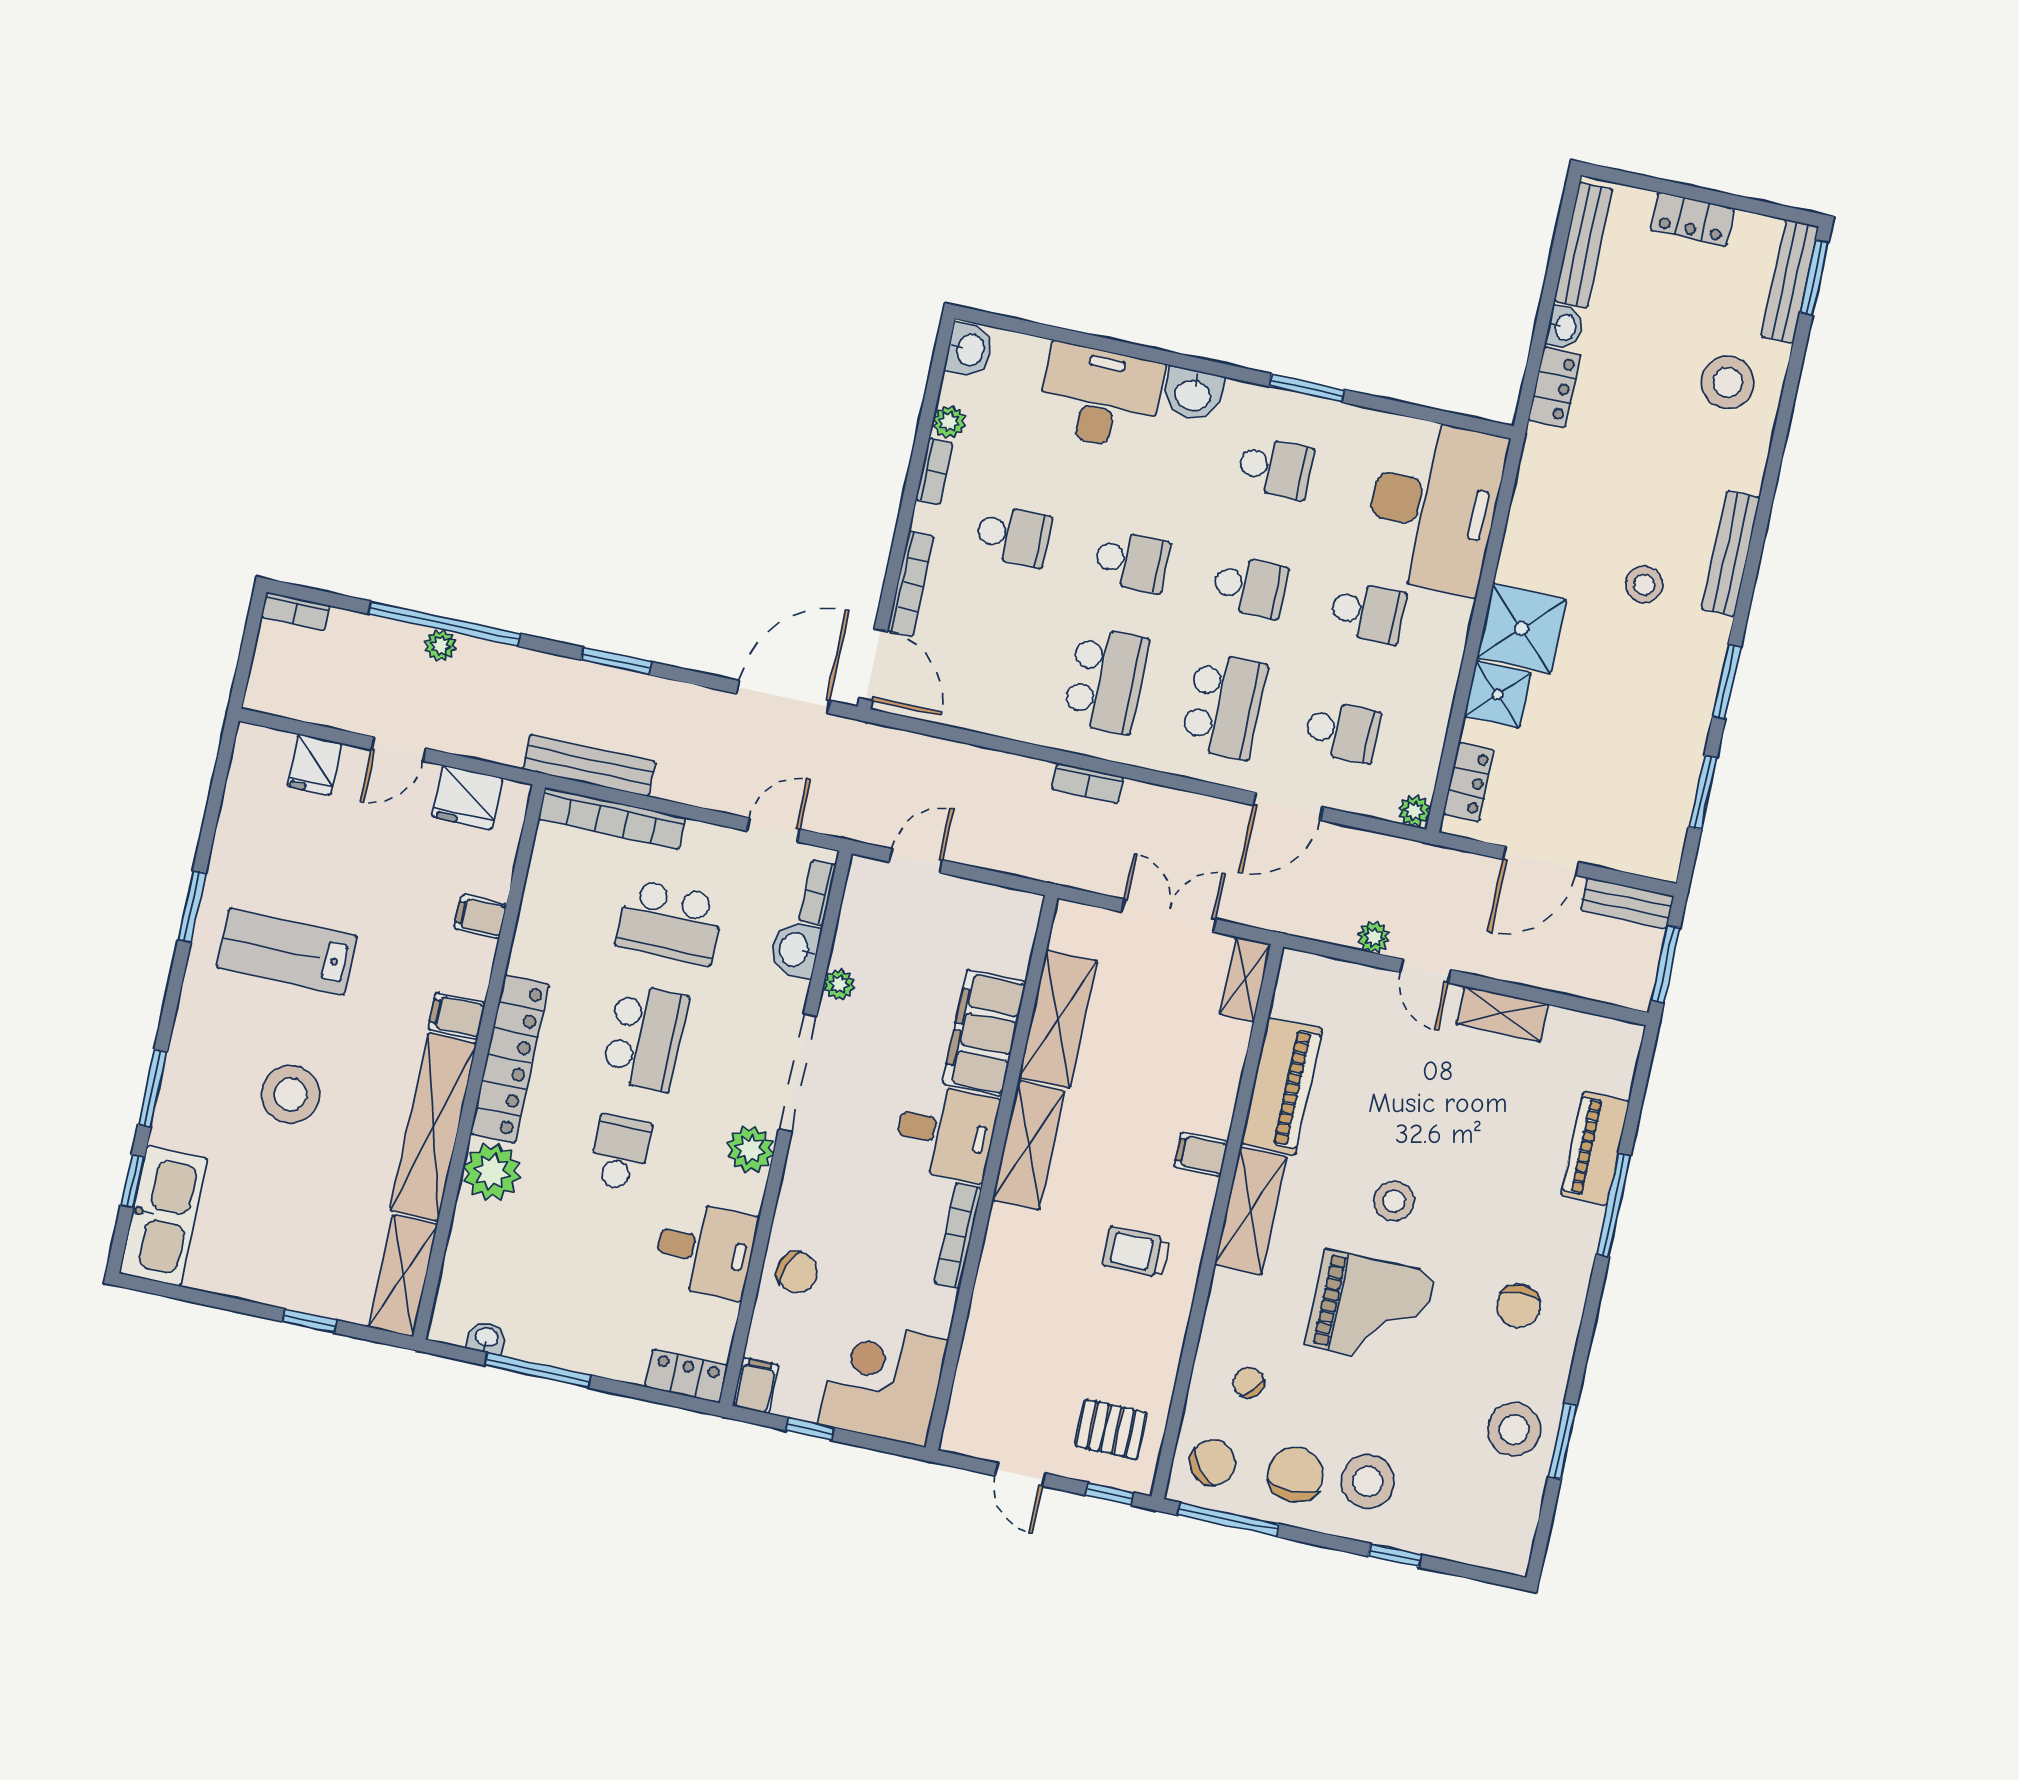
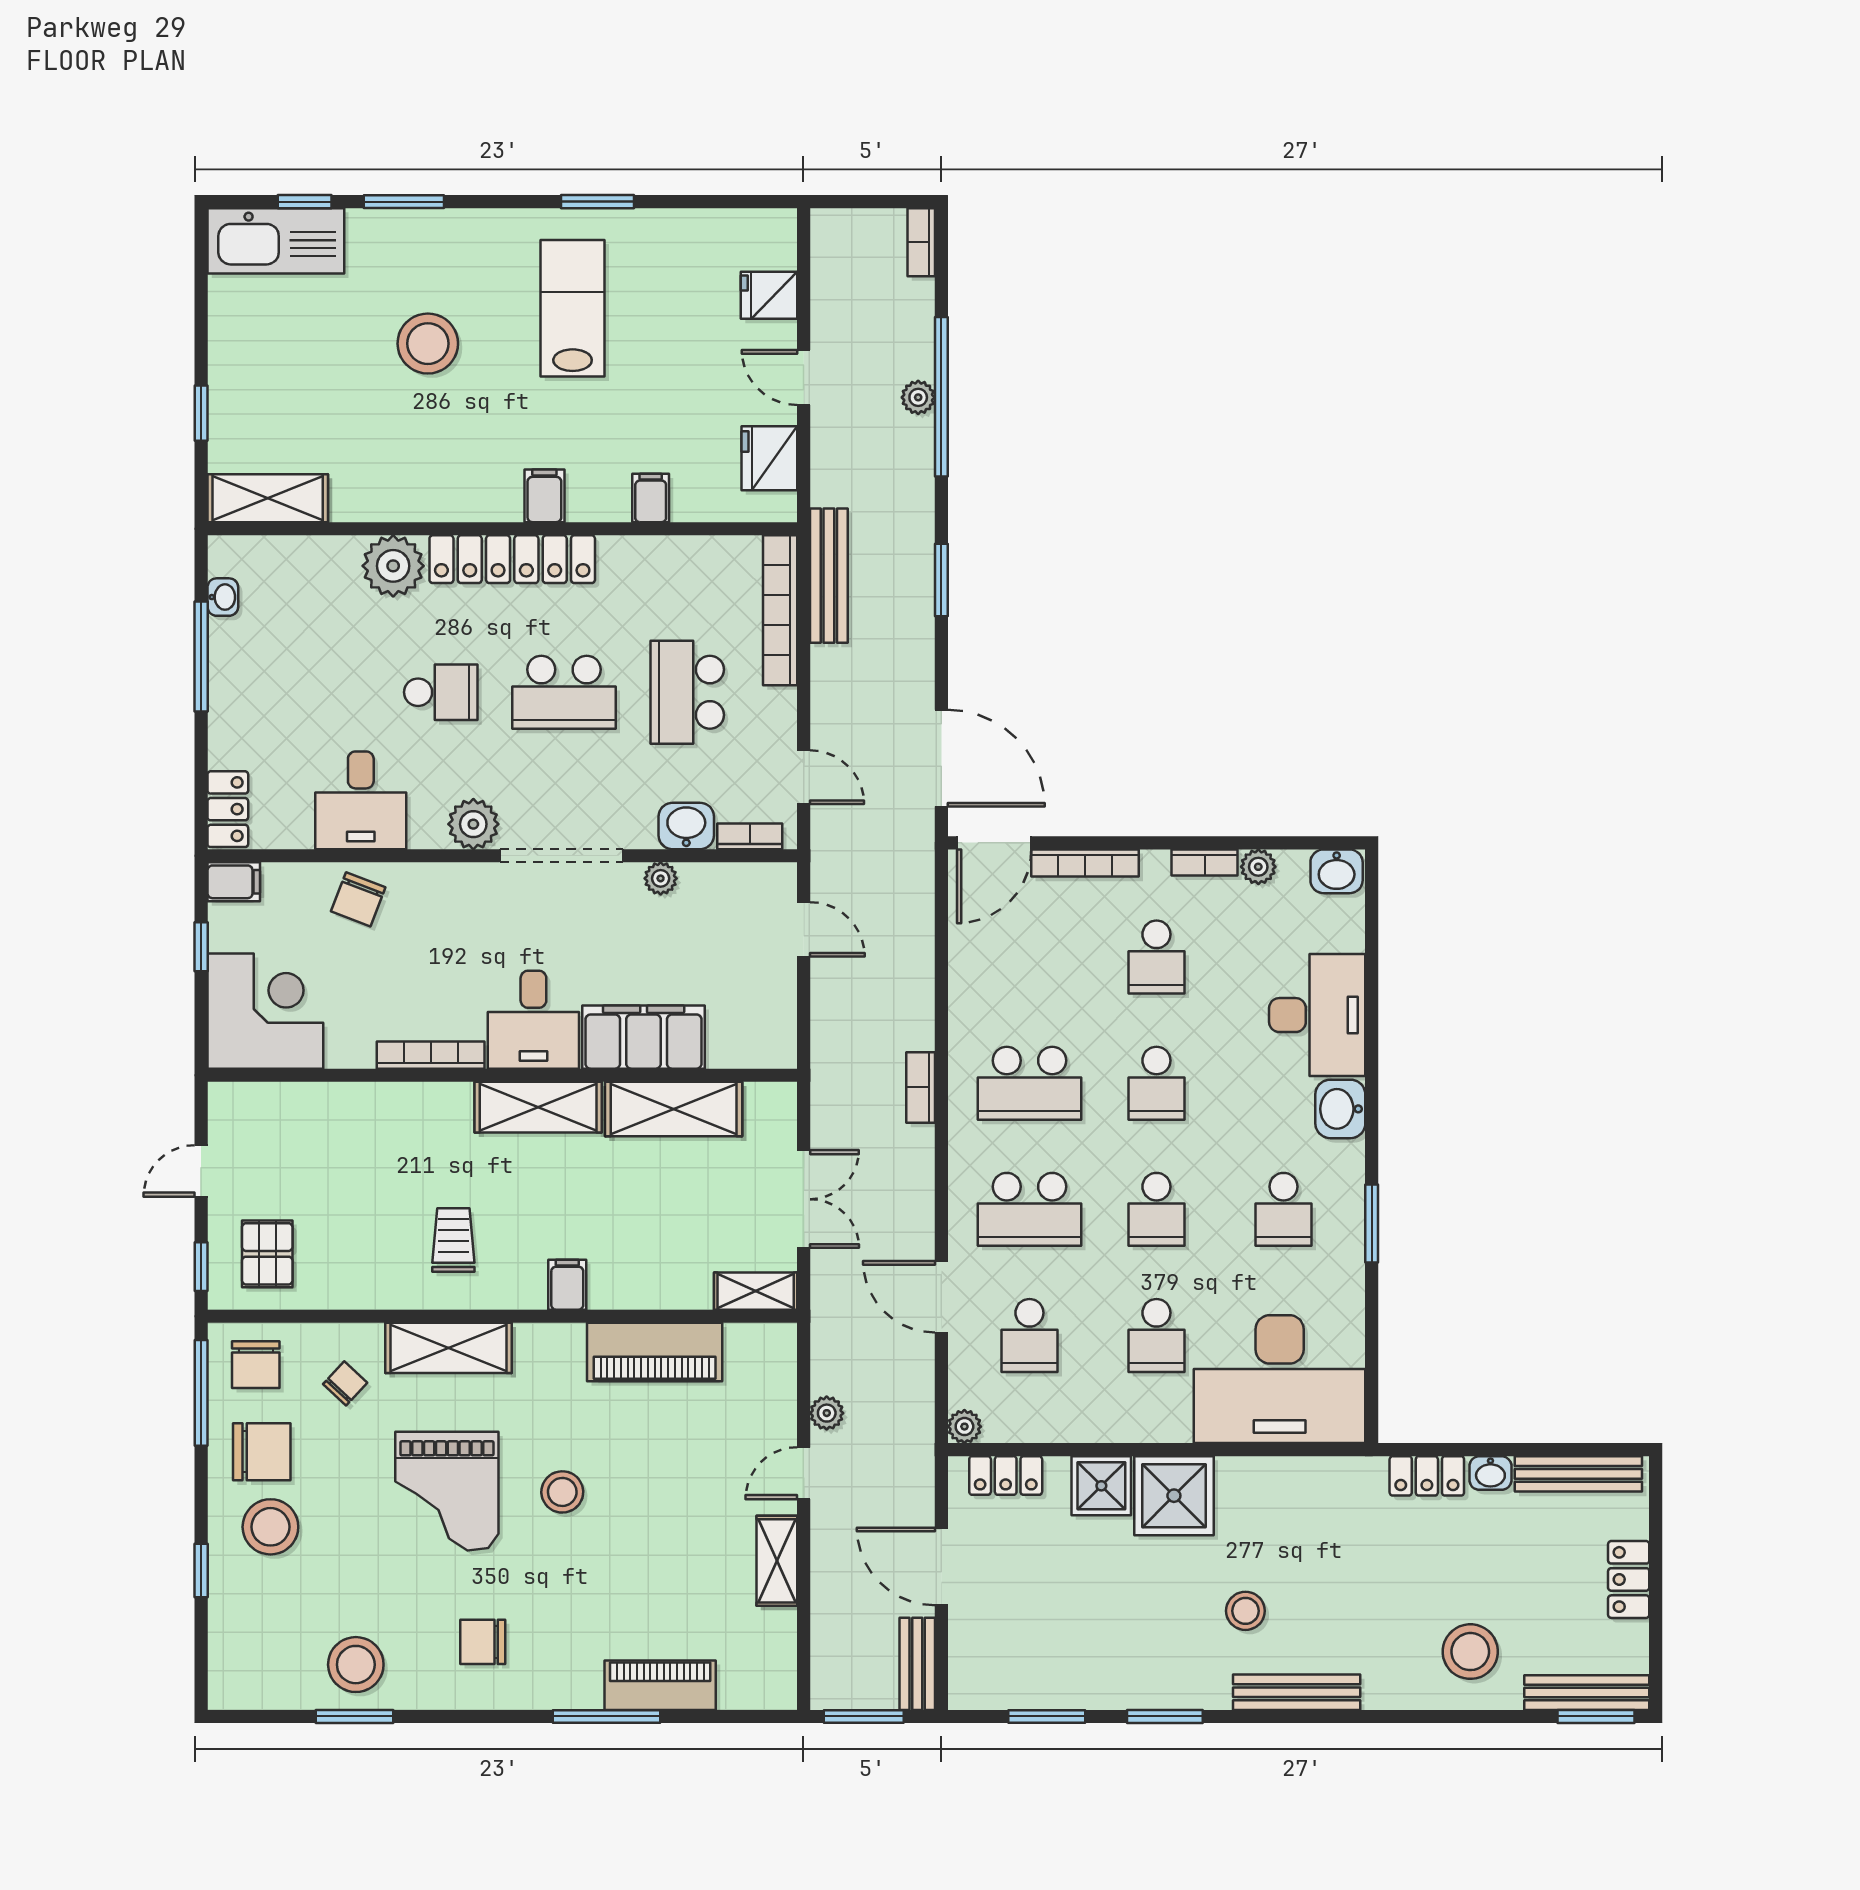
shelving: (433, 1127) -> (426, 496), removed
shelving: (1251, 1211) -> (449, 1348), moved
chair: (1213, 1463) -> (256, 1365), turned 40

